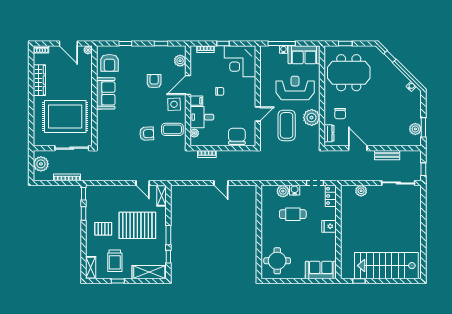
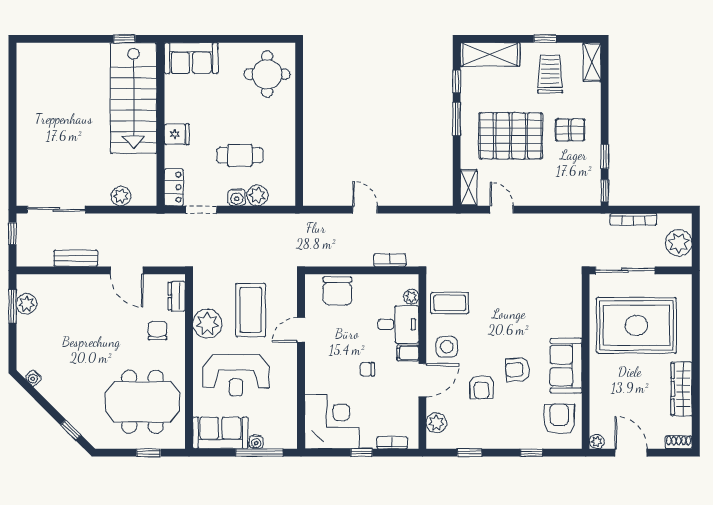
armchair: (147, 134) -> (518, 370), moved
stairs: (386, 266) -> (134, 98), moved, turned 90

